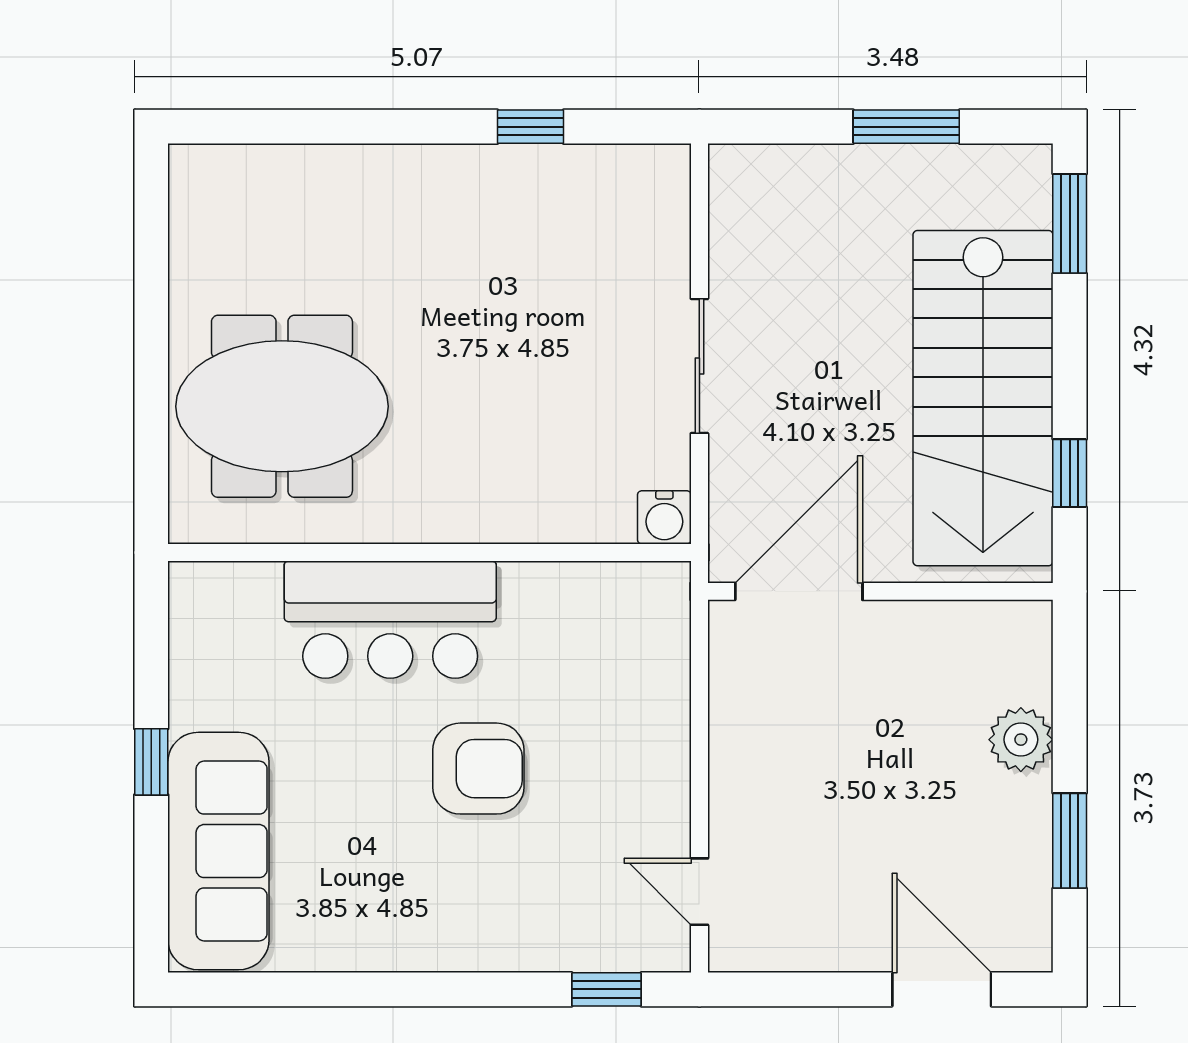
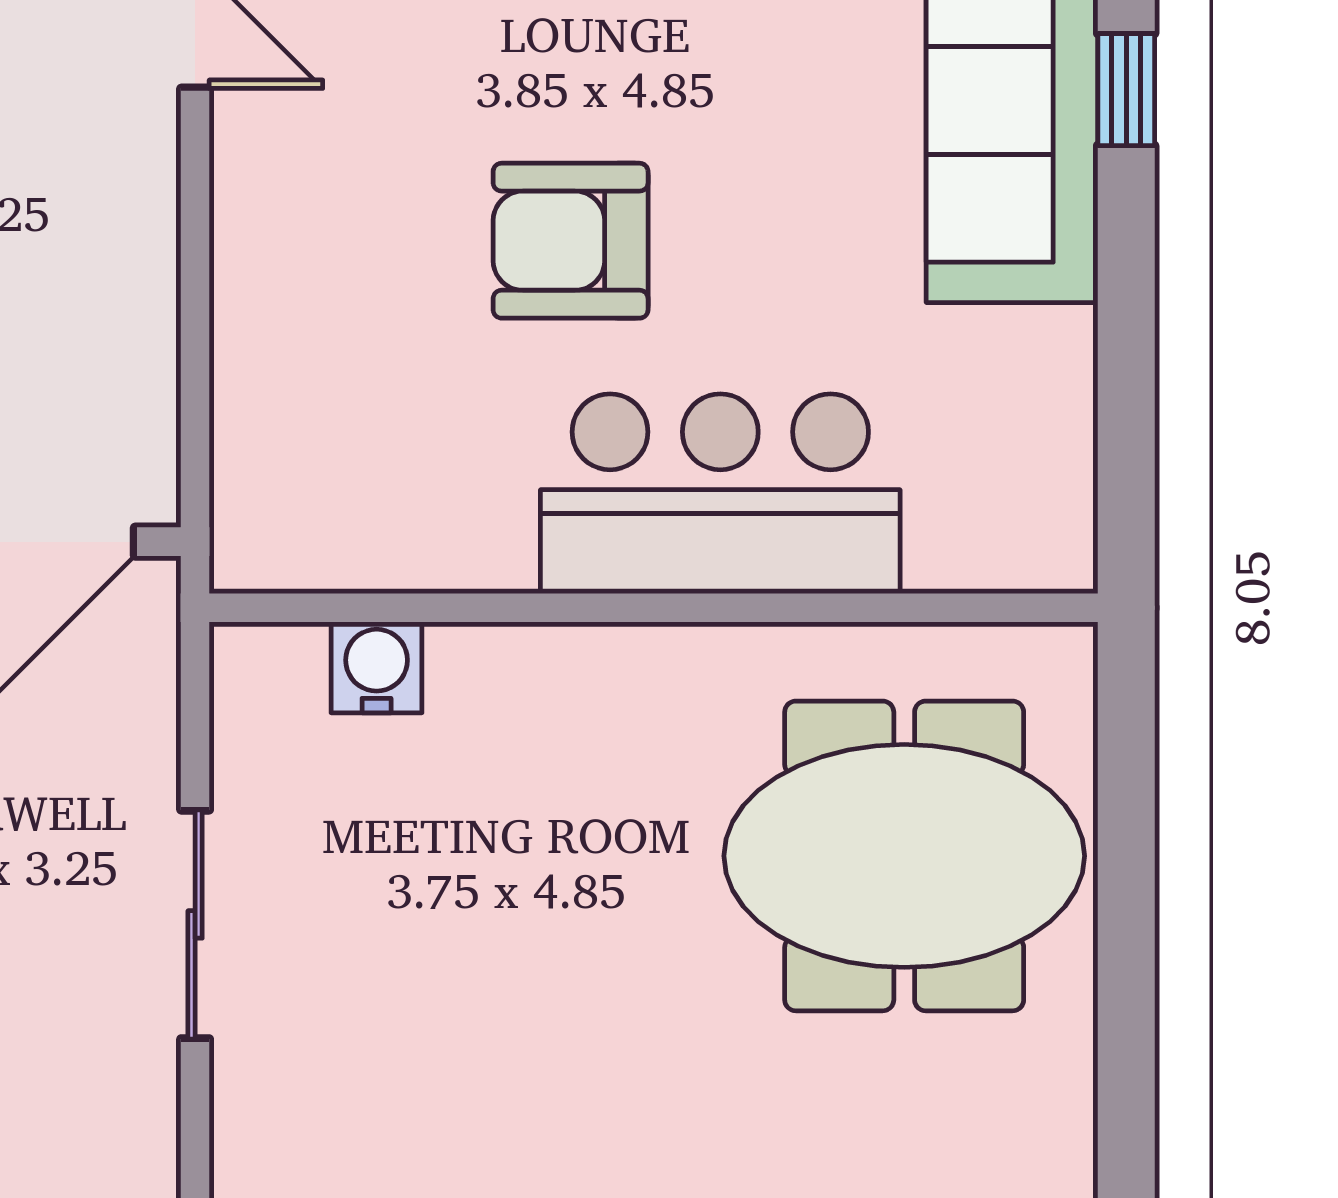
water cooler: (664, 517) -> (377, 667), moved
window: (151, 762) -> (1126, 90), moved

